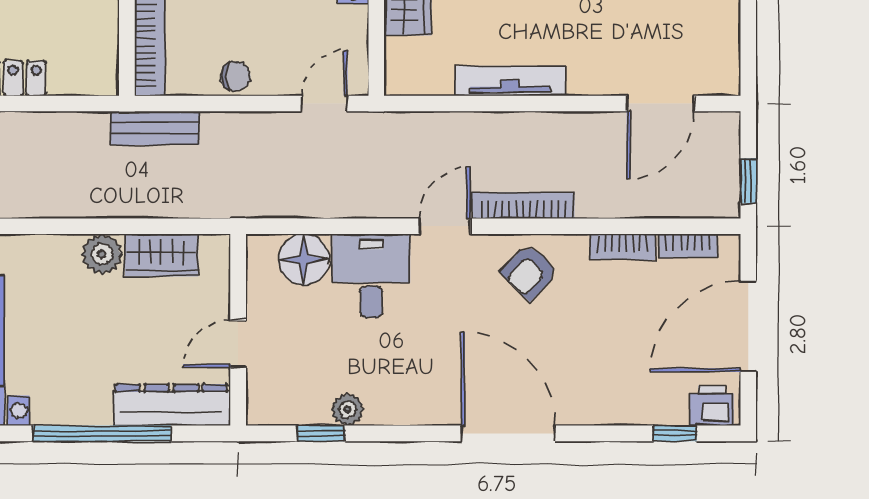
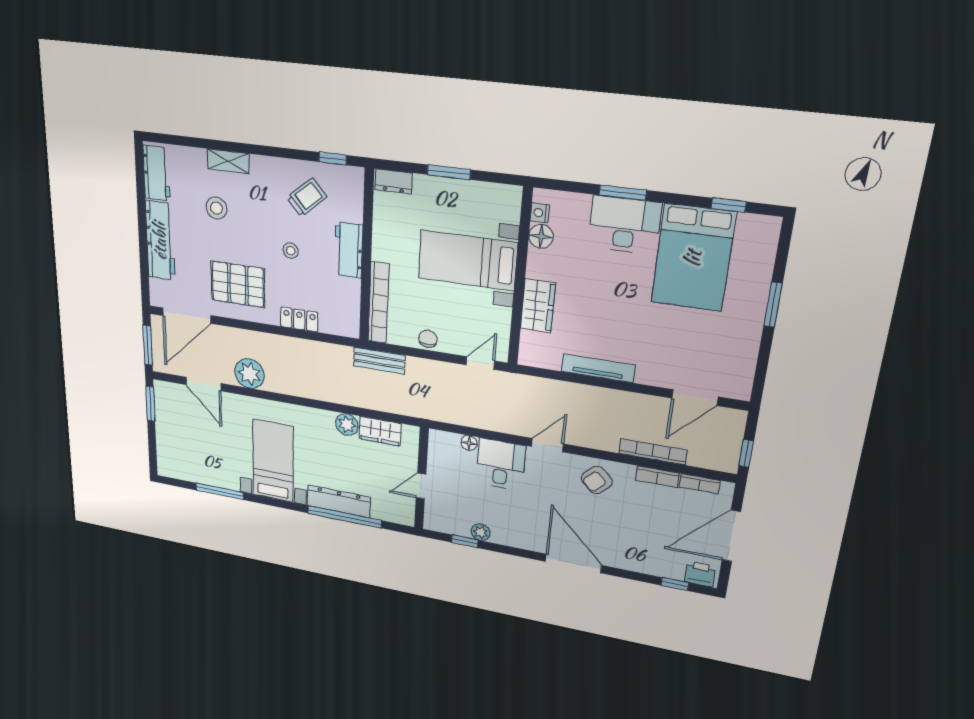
chair: (236, 76) -> (428, 339), turned -90
bookcase: (523, 205) -> (653, 452), moved
floor lamp: (304, 259) -> (469, 443), width x0.53, depth x0.53
dresser: (171, 405) -> (339, 501), moved

